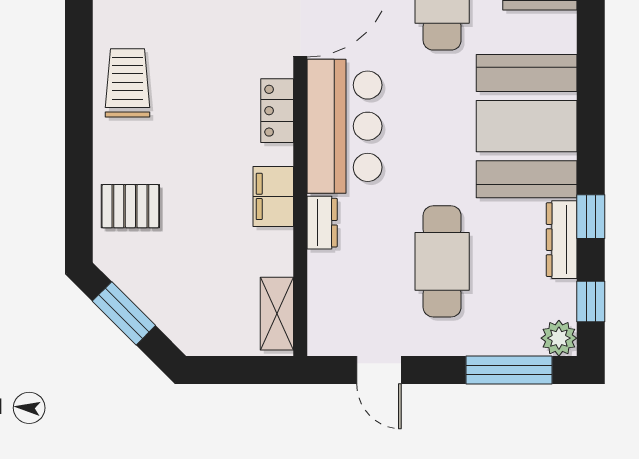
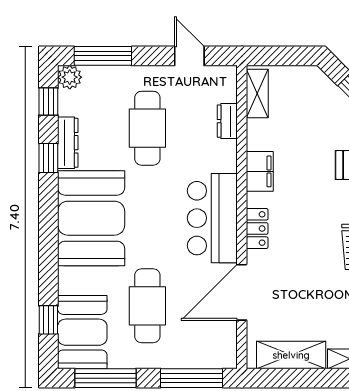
dresser: (322, 223) -> (227, 121), moved

